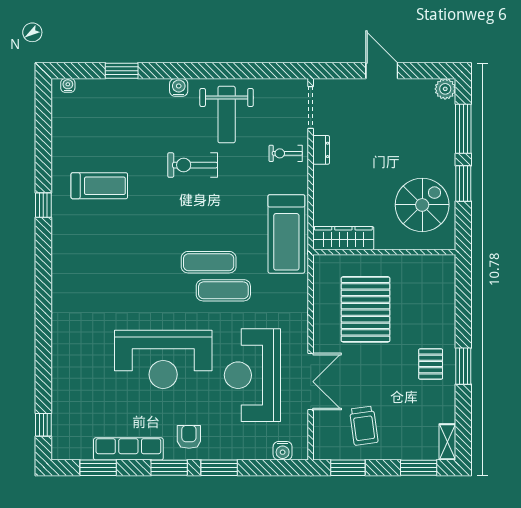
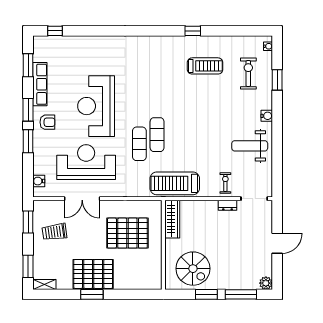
exercise bike: (193, 165) -> (248, 74), moved
treadmill: (99, 186) -> (205, 66), turned -90
pallet: (431, 364) -> (93, 274), width x2.05, depth x2.00

